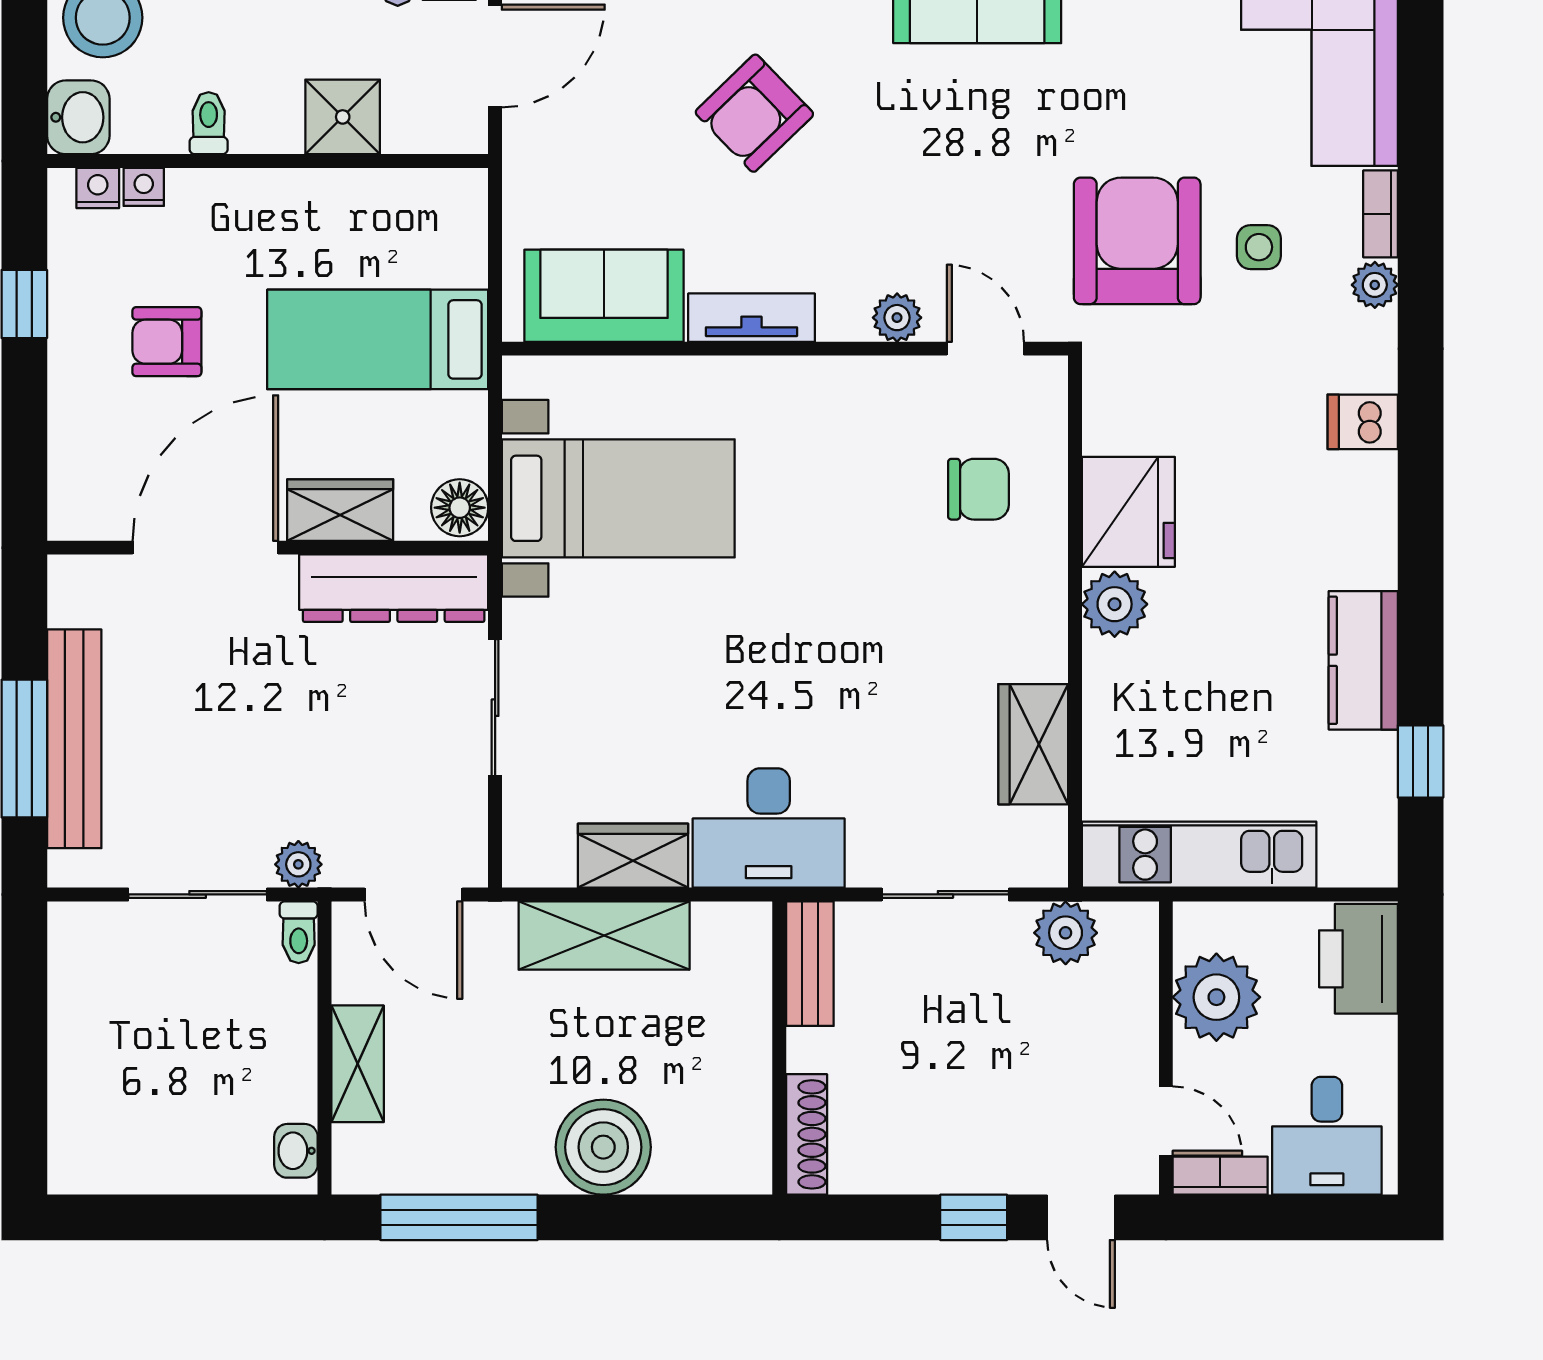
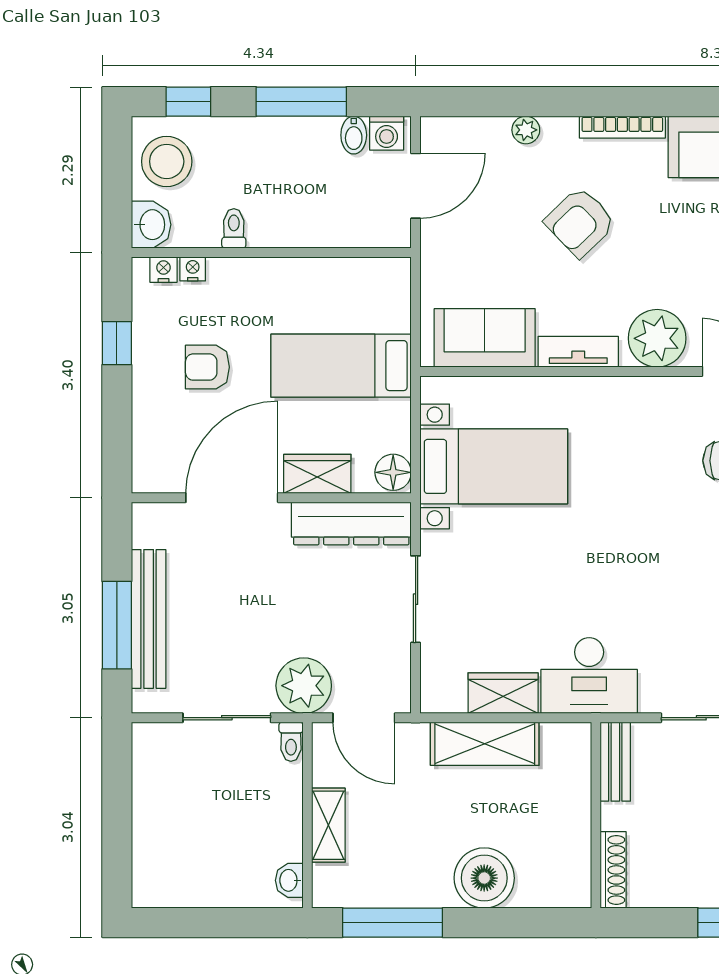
shower: (343, 117) -> (319, 224), removed
plant: (897, 318) -> (657, 338), width x1.88, depth x1.88
plant: (298, 864) -> (304, 686), width x1.87, depth x1.87

